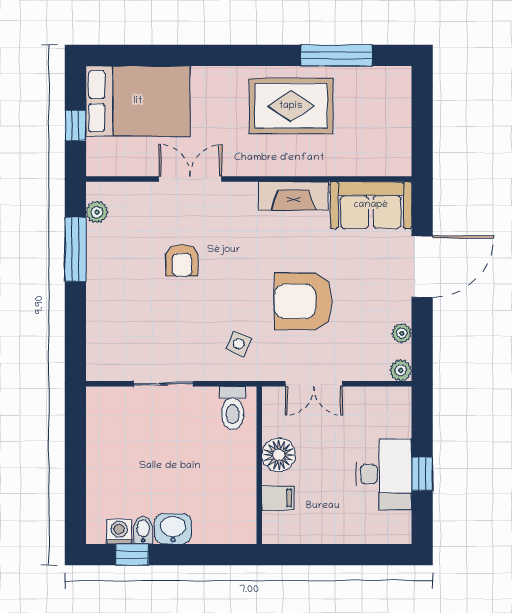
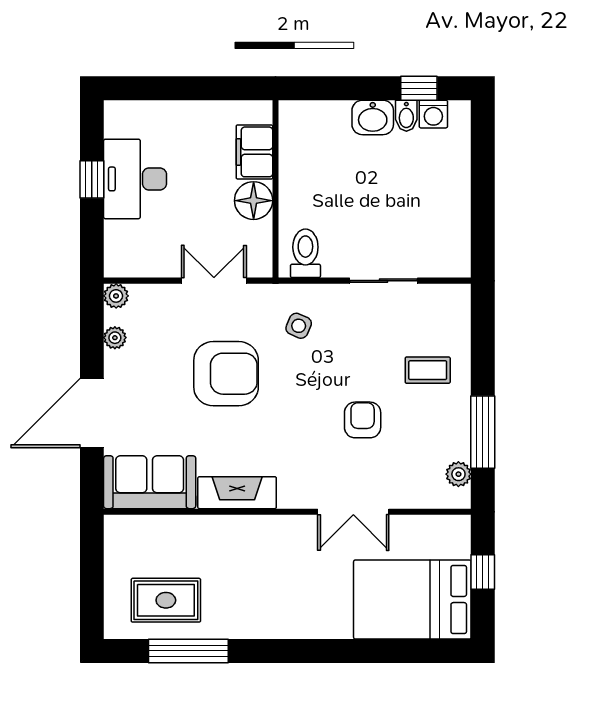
rug: (291, 106) -> (166, 600), moved, width x0.73, depth x0.70
coffee table: (124, 305) -> (428, 370), added
filing cabinet: (278, 498) -> (254, 152), width x2.00

